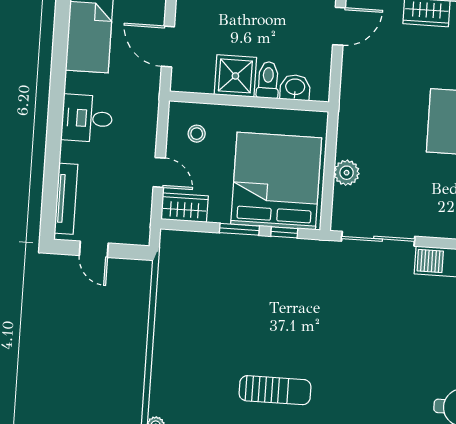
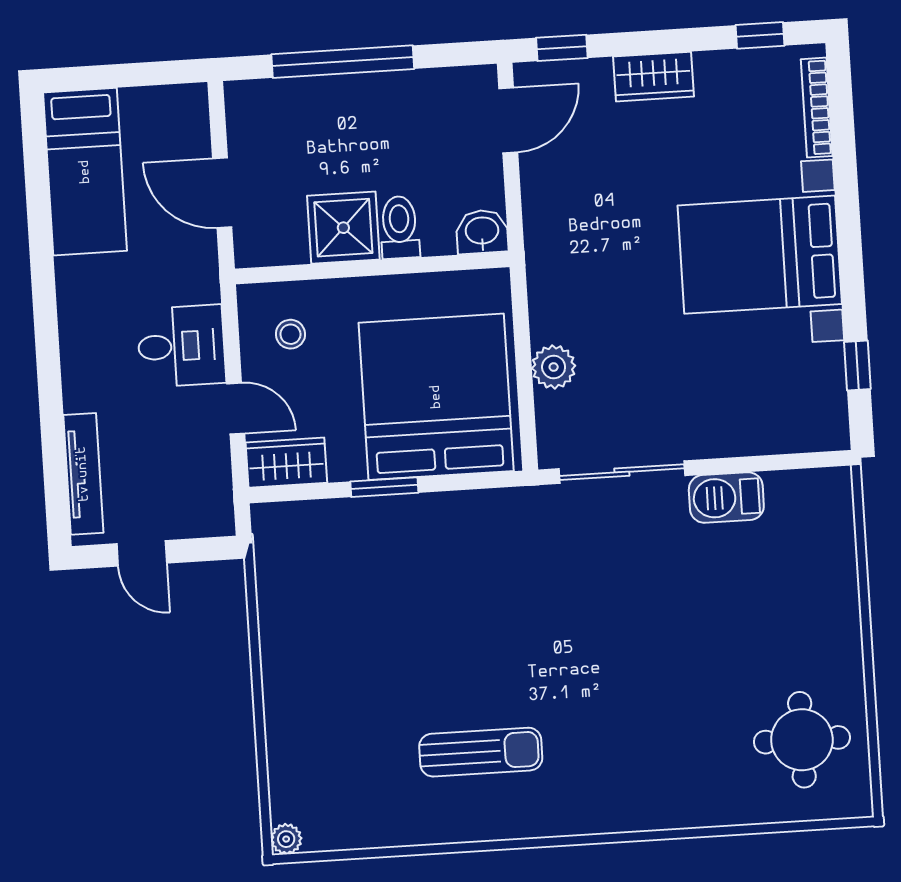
washbasin: (295, 88) -> (482, 232), moved
desk: (87, 118) -> (181, 346), moved, turned 180
window: (284, 232) -> (461, 482), removed

